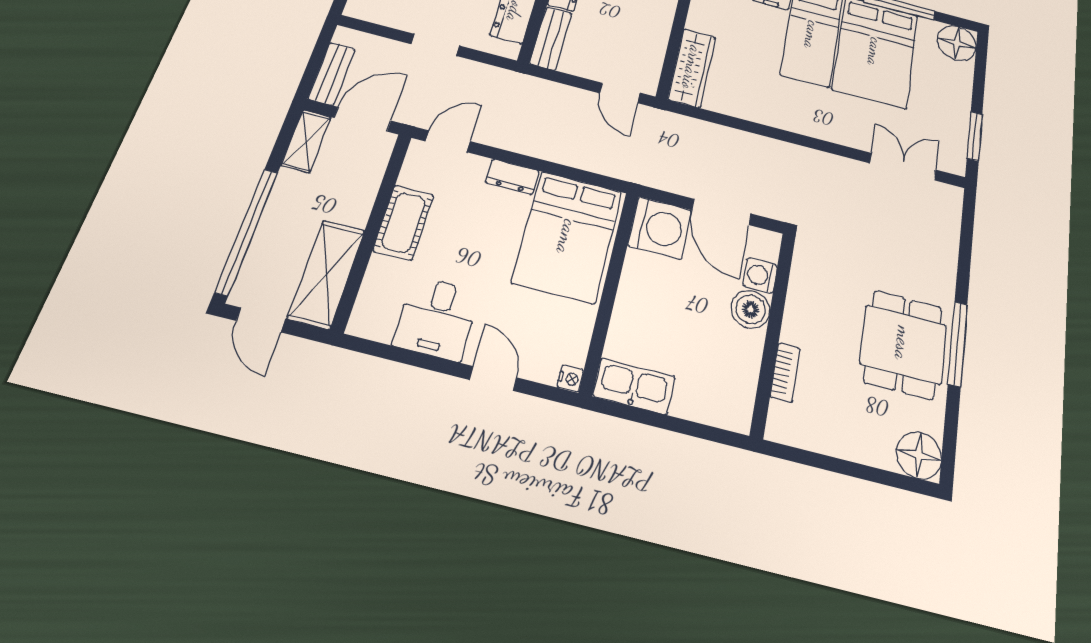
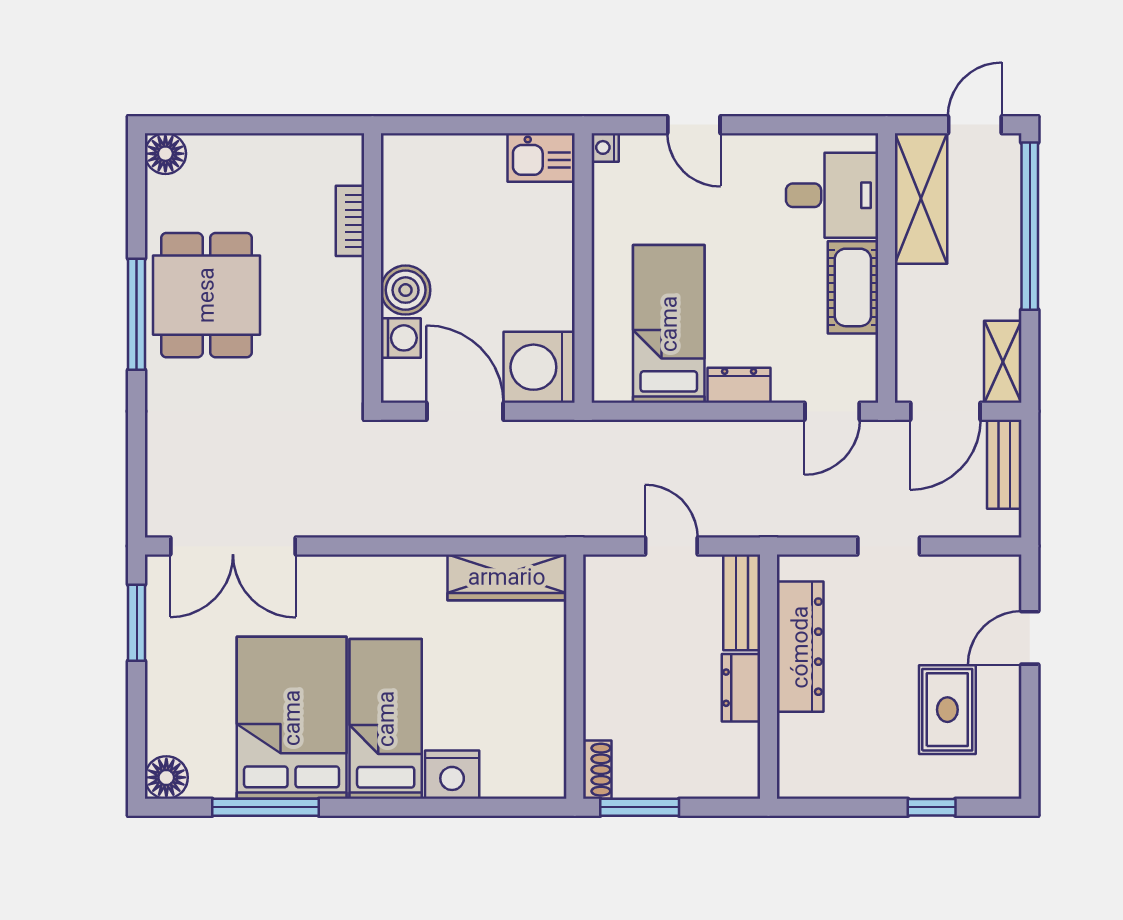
floor lamp: (957, 43) -> (166, 777), width x0.73, depth x0.73
wardrobe: (692, 68) -> (507, 577), moved, turned -90
door: (620, 93) -> (671, 546), moved
double door: (903, 167) -> (233, 546), width x1.37
bed: (567, 237) -> (669, 324), width x0.67
desk: (437, 318) -> (832, 195), moved, turned 90
door: (261, 320) -> (975, 125), hinge flipped
kitchen sink: (634, 386) -> (541, 157), width x0.73
floor lamp: (919, 455) -> (165, 154), width x0.73, depth x0.73

